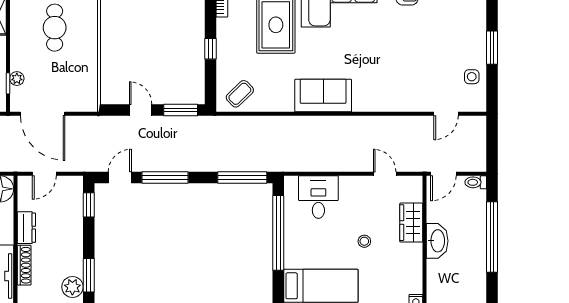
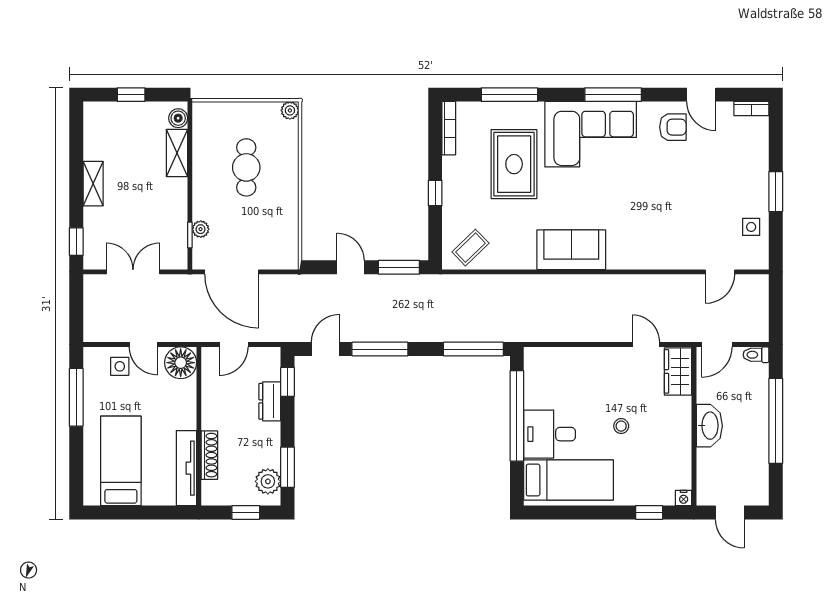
desk: (318, 197) -> (550, 434), moved, turned -90
wardrobe: (411, 223) -> (678, 371), moved
dresser: (26, 228) -> (270, 401), moved, turned 180

